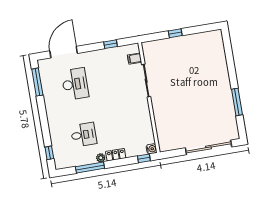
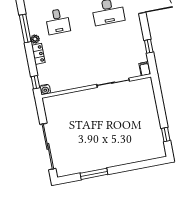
window: (175, 33) -> (166, 135), moved
filing cabinet: (135, 59) -> (145, 69), moved

